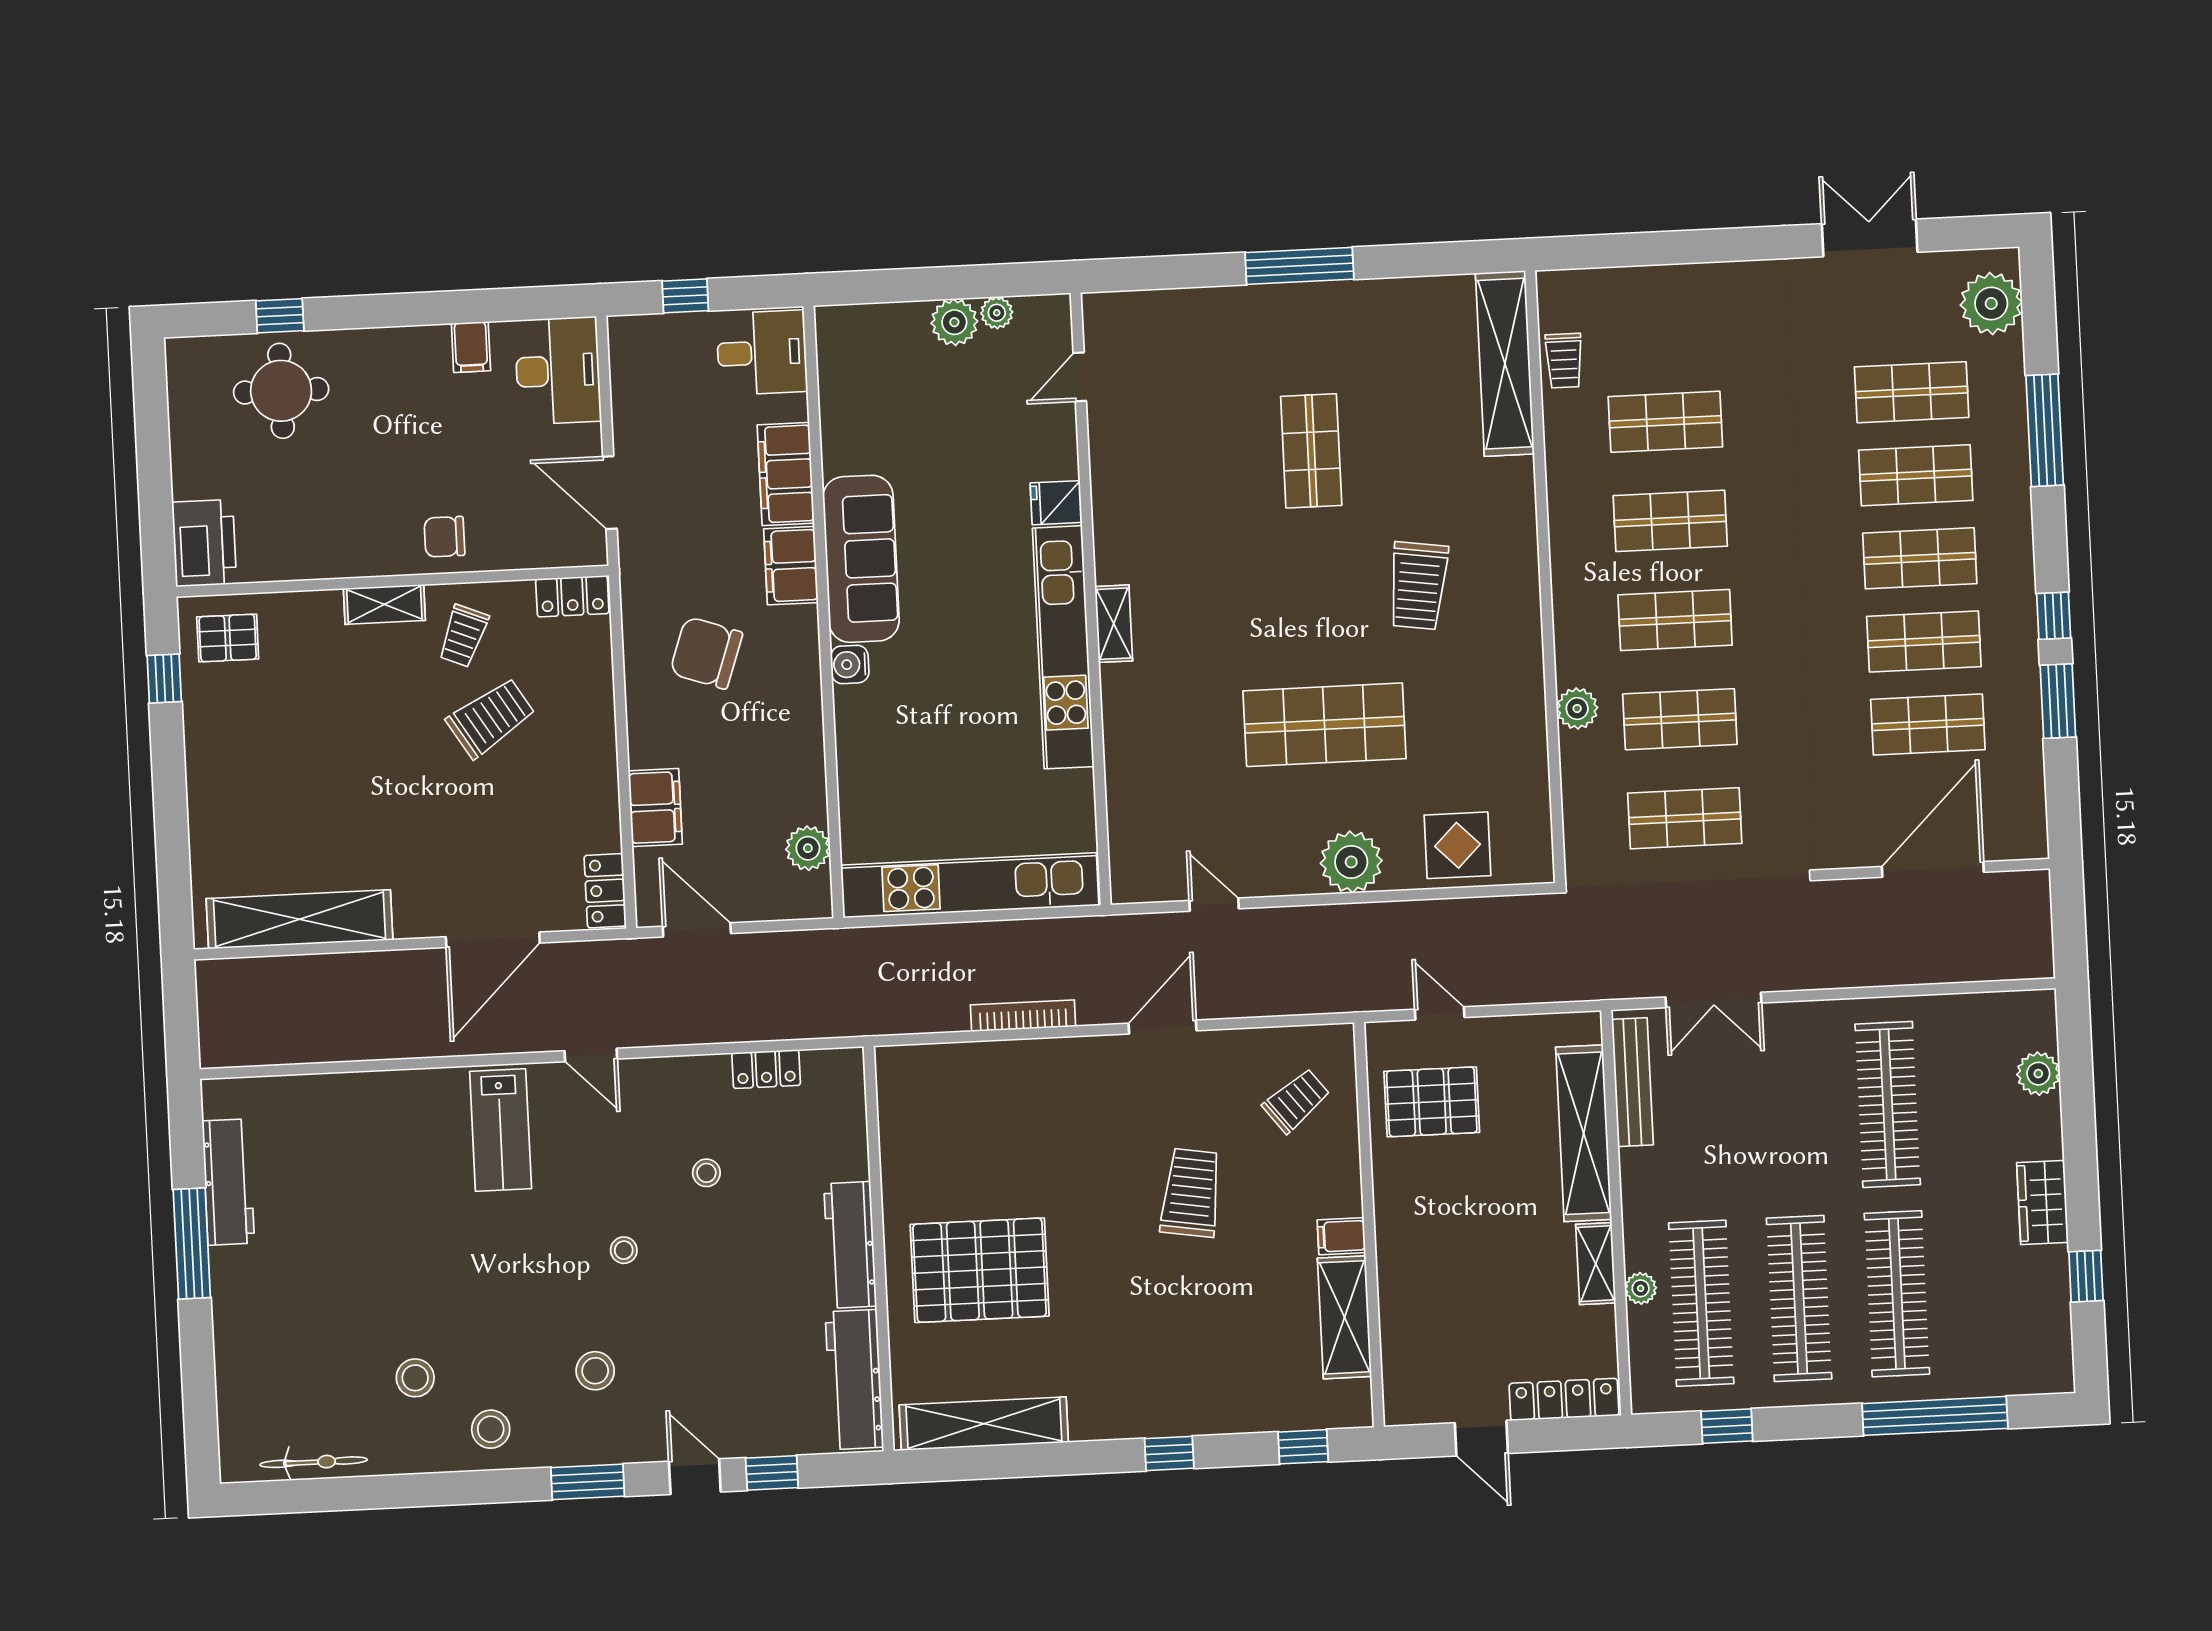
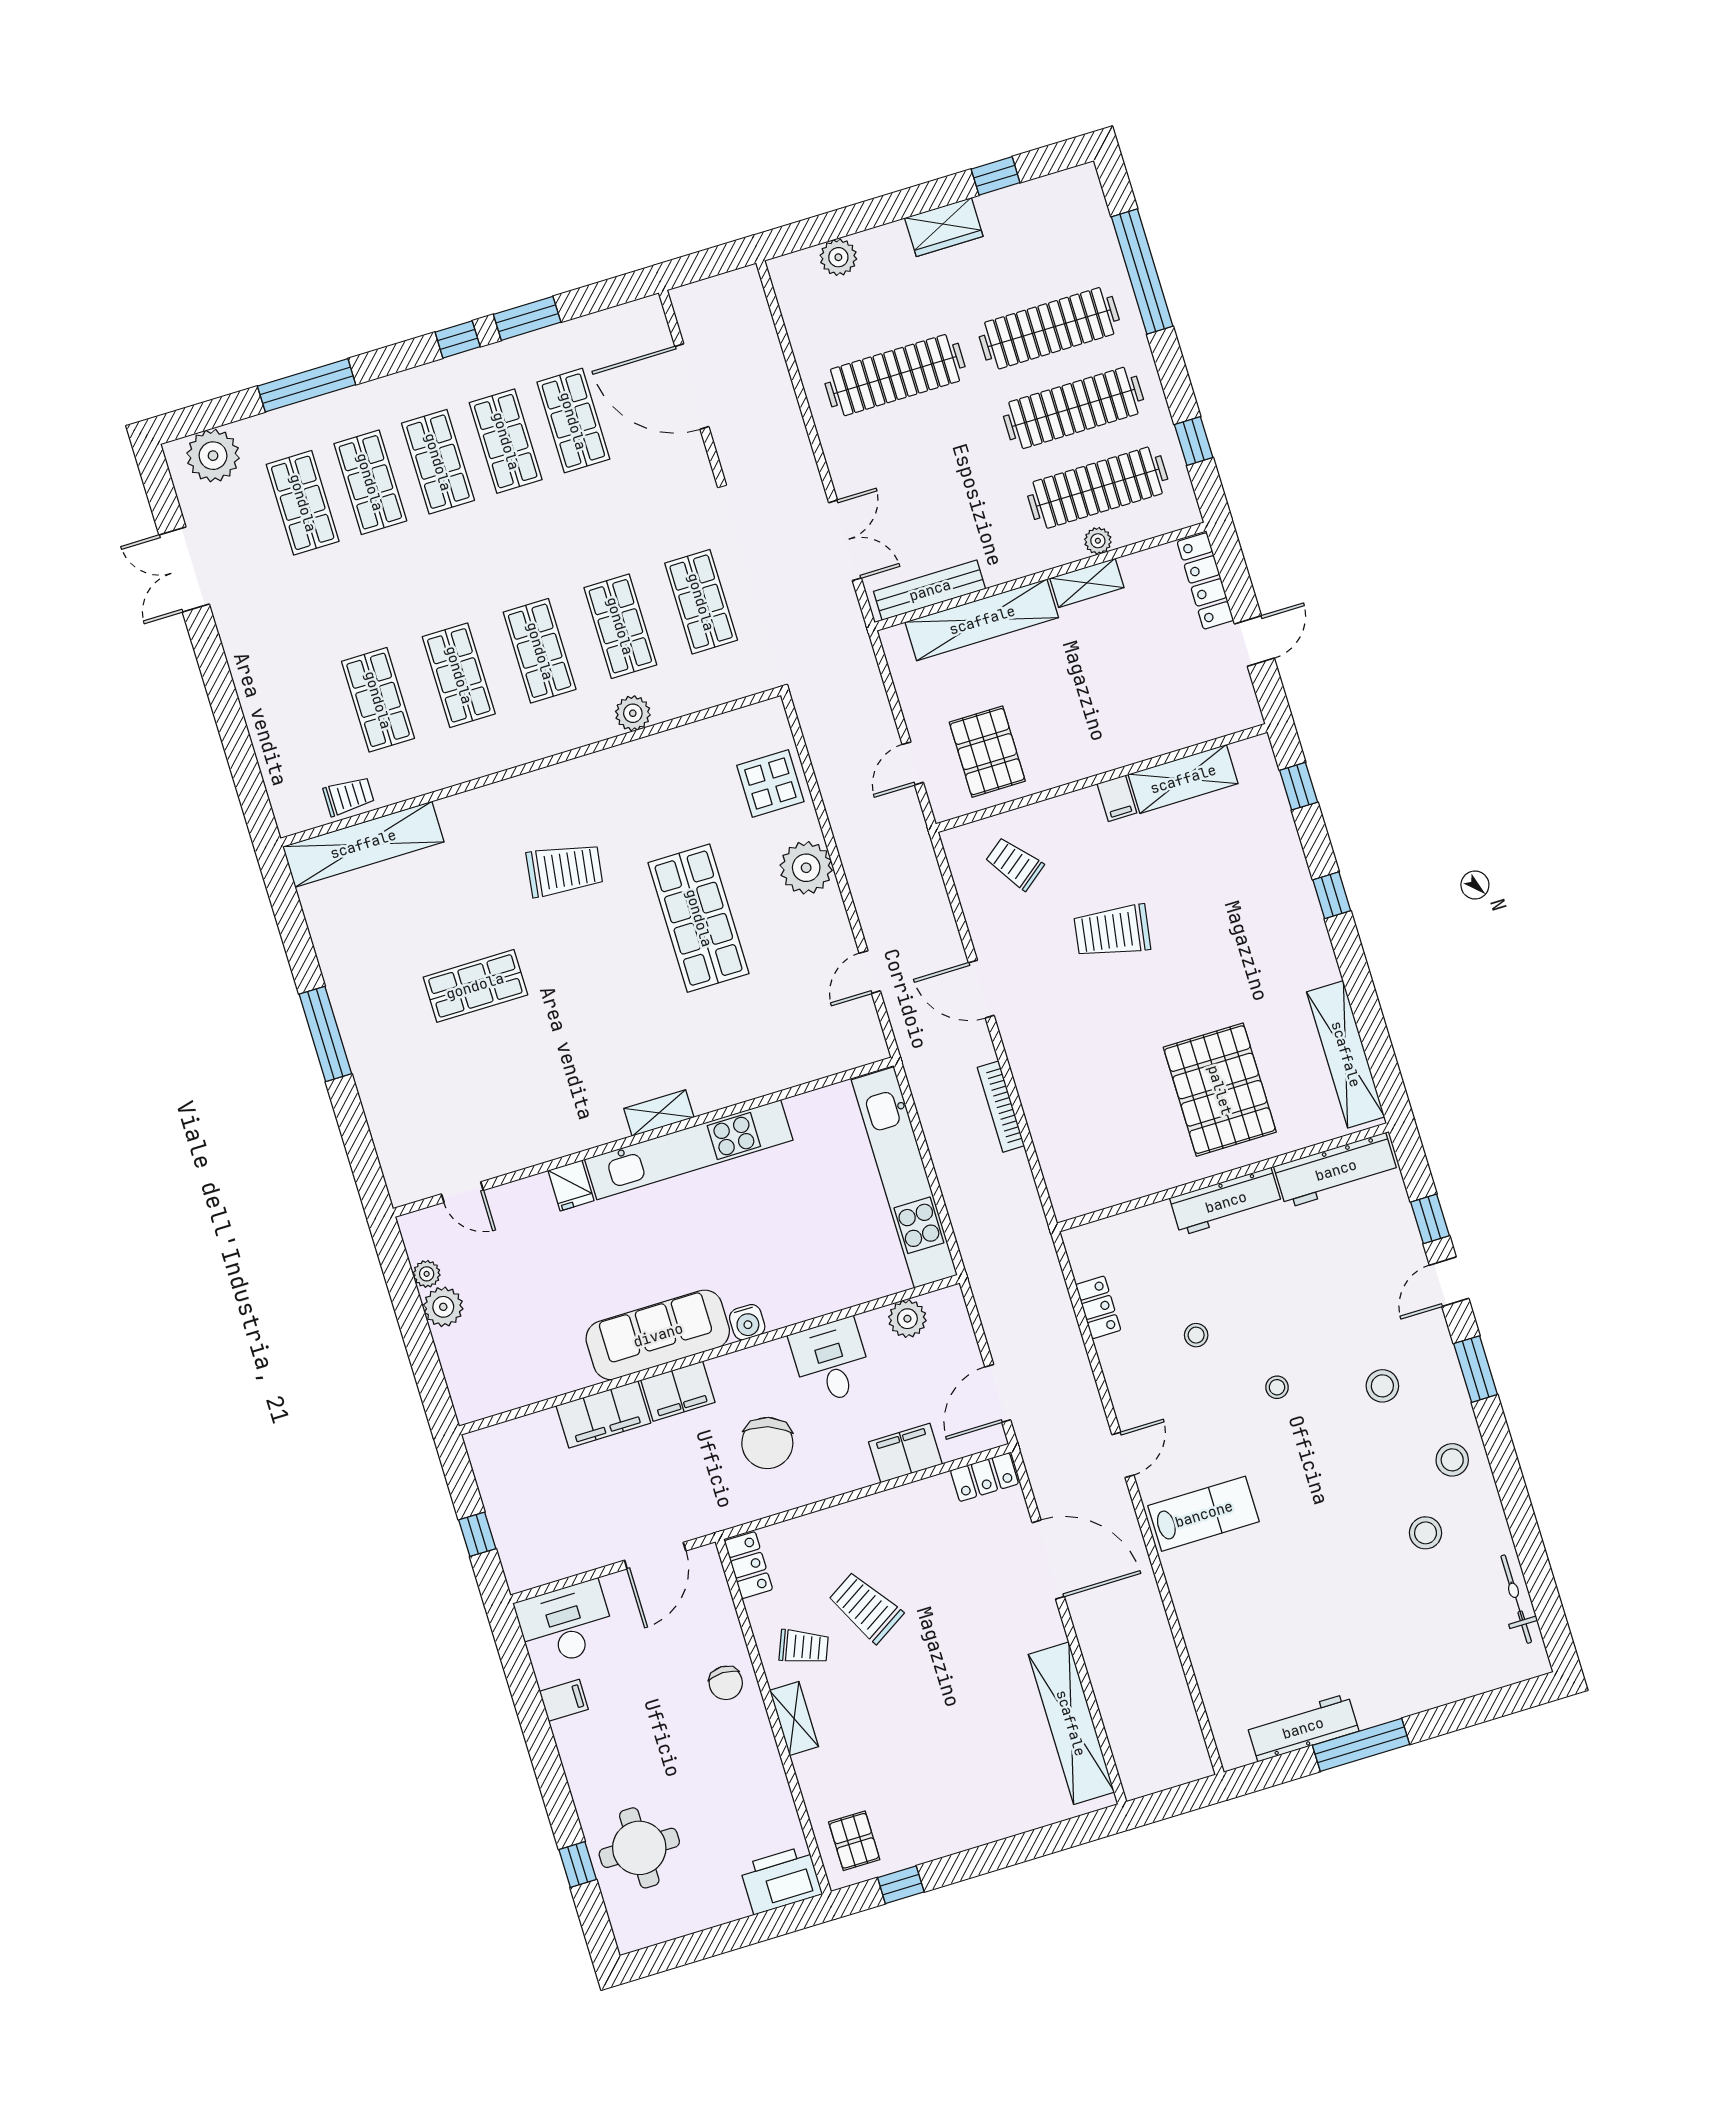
desk: (762, 353) -> (831, 1361), moved

